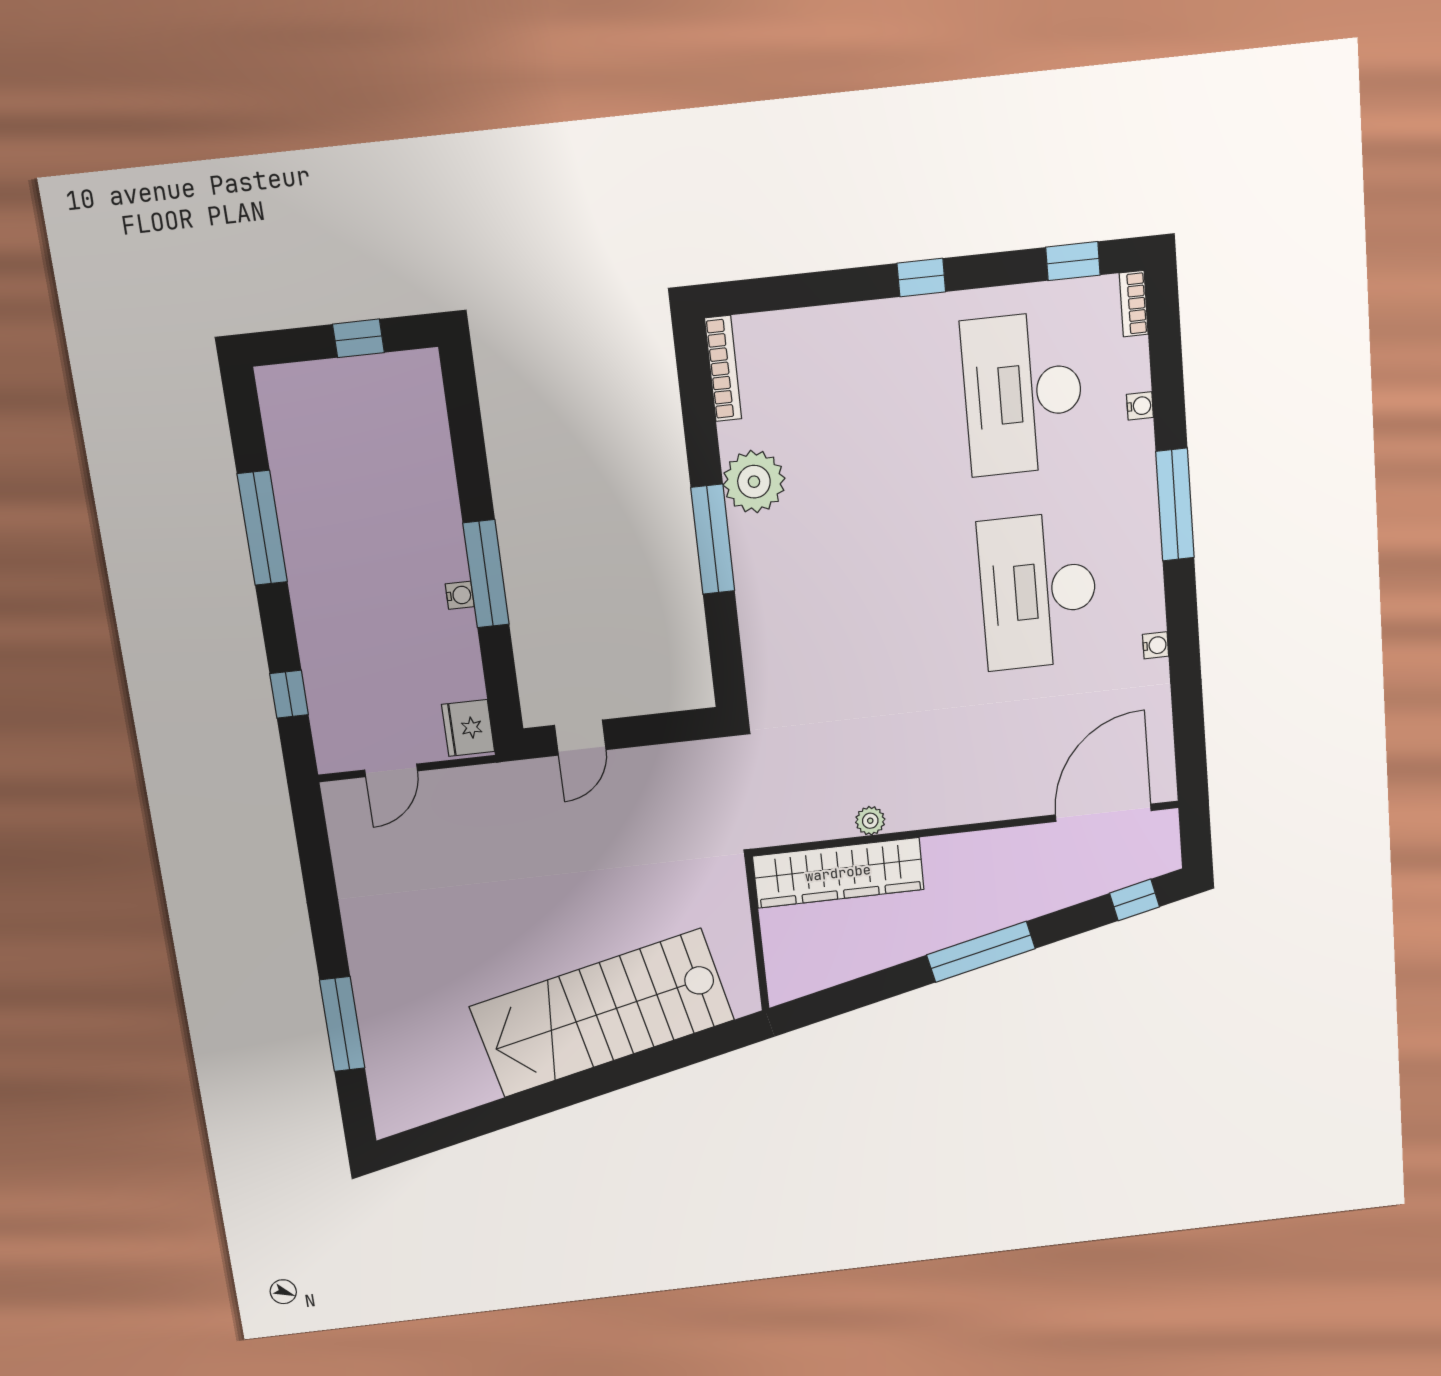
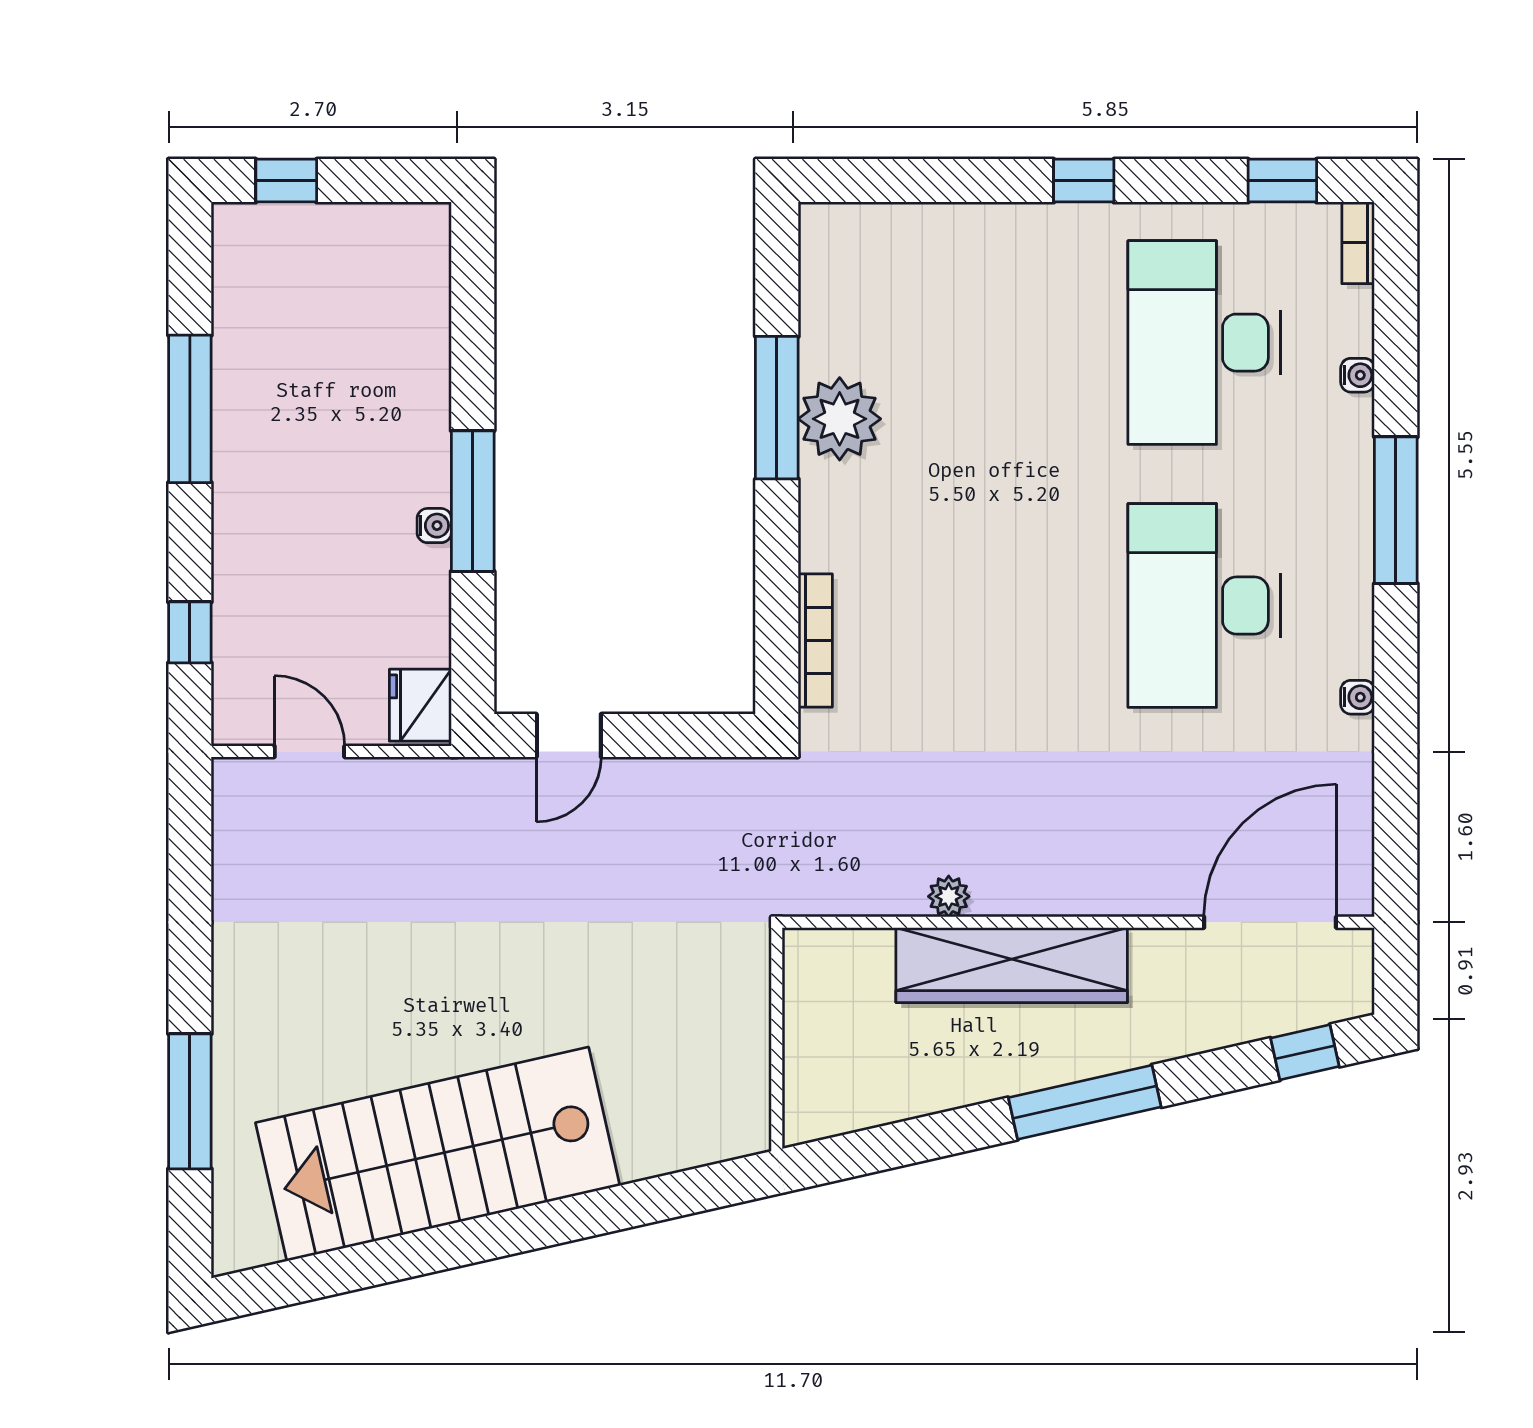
window: (358, 338) -> (286, 181), moved
bookcase: (723, 369) -> (815, 641), moved
window: (713, 539) -> (777, 408), moved
door: (391, 770) -> (309, 752), swing flipped
wardrobe: (838, 873) -> (1012, 965), moved
stairs: (602, 1013) -> (438, 1154), moved

